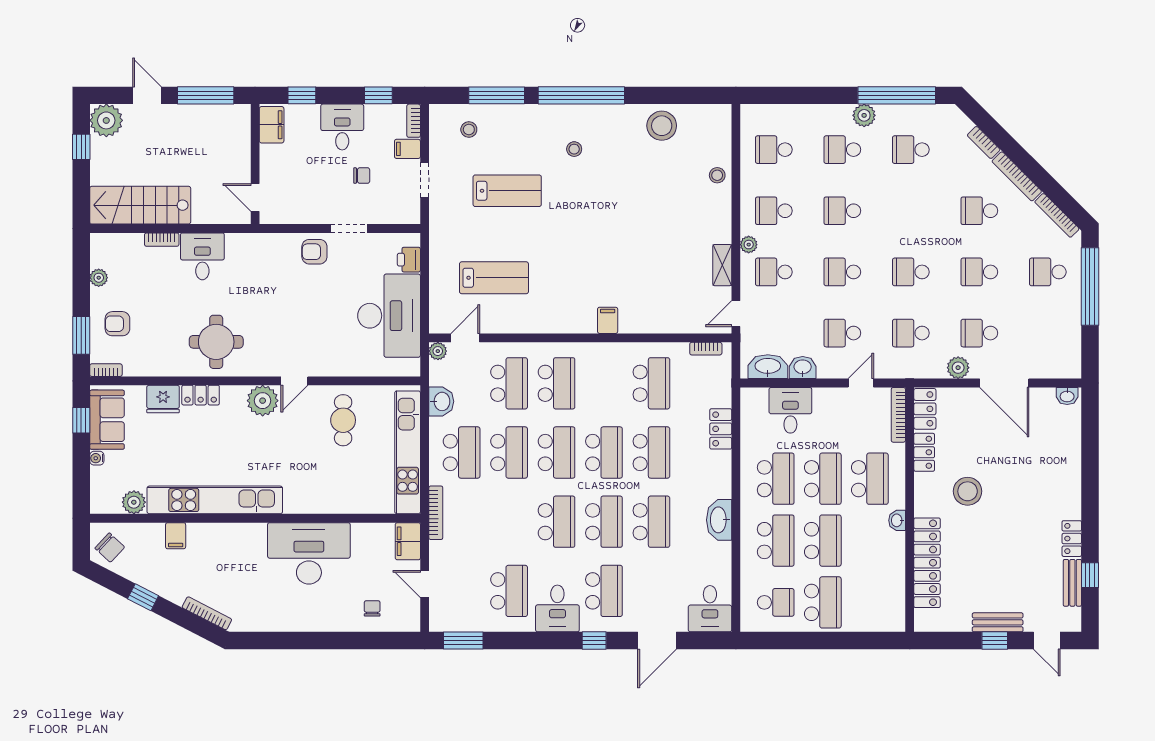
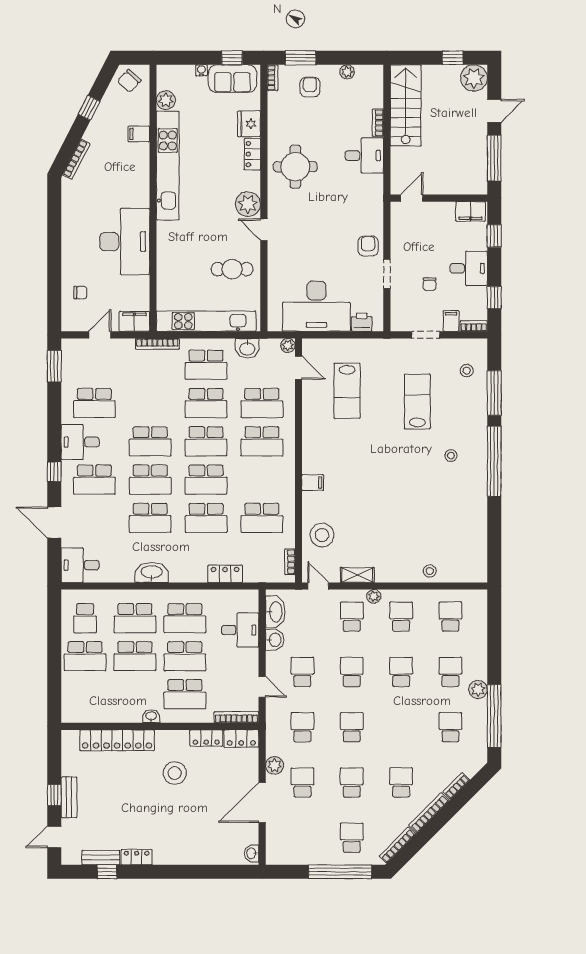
stool: (662, 126) -> (322, 535), moved
lab bench: (507, 191) -> (417, 402), turned 180

